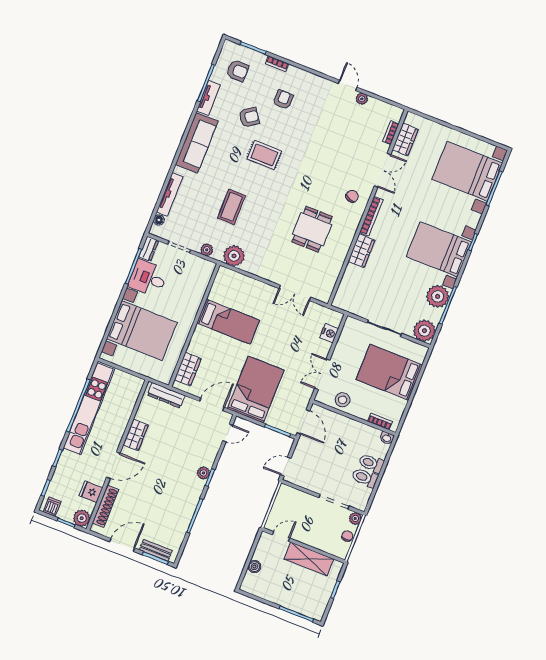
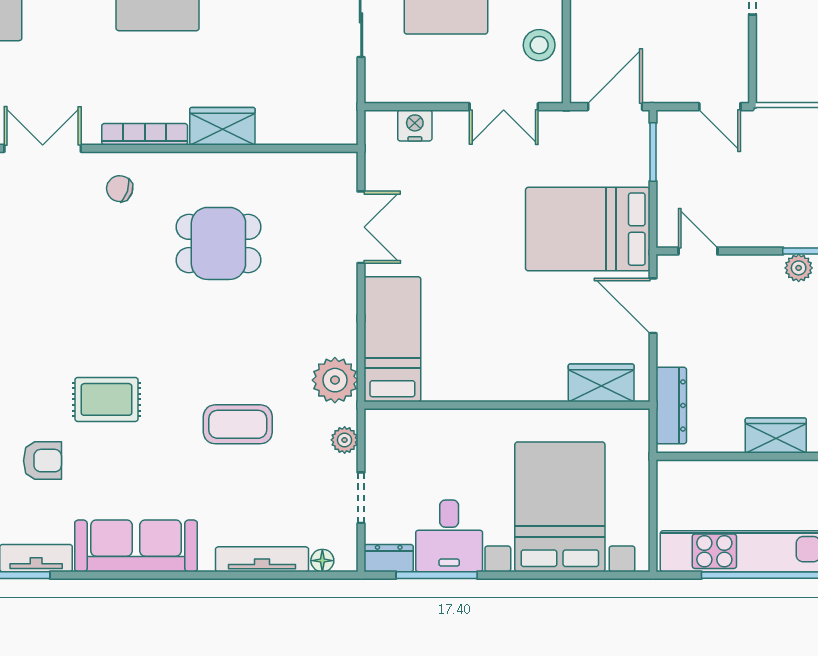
armchair: (249, 117) -> (42, 461), turned 126
rug: (264, 155) -> (107, 399), turned 90
bed: (228, 322) -> (392, 339), moved

